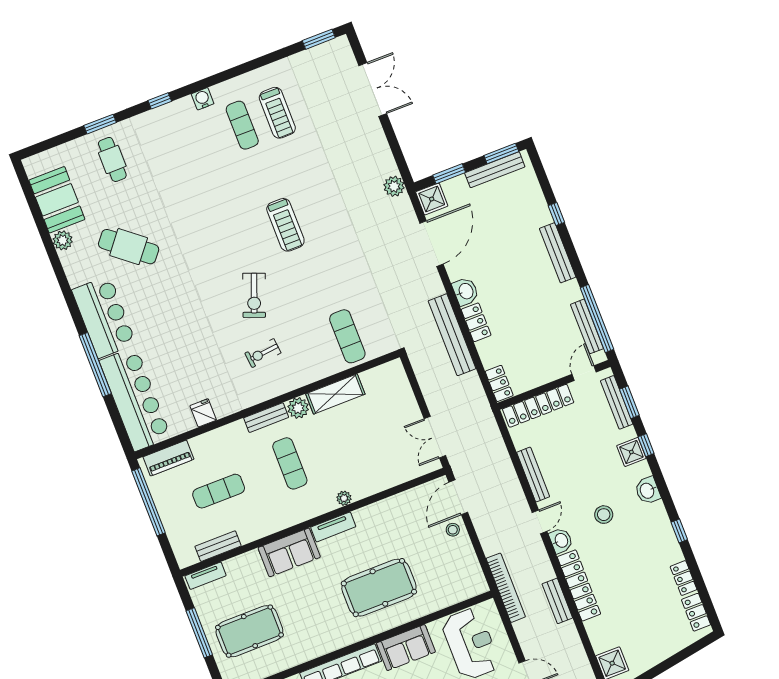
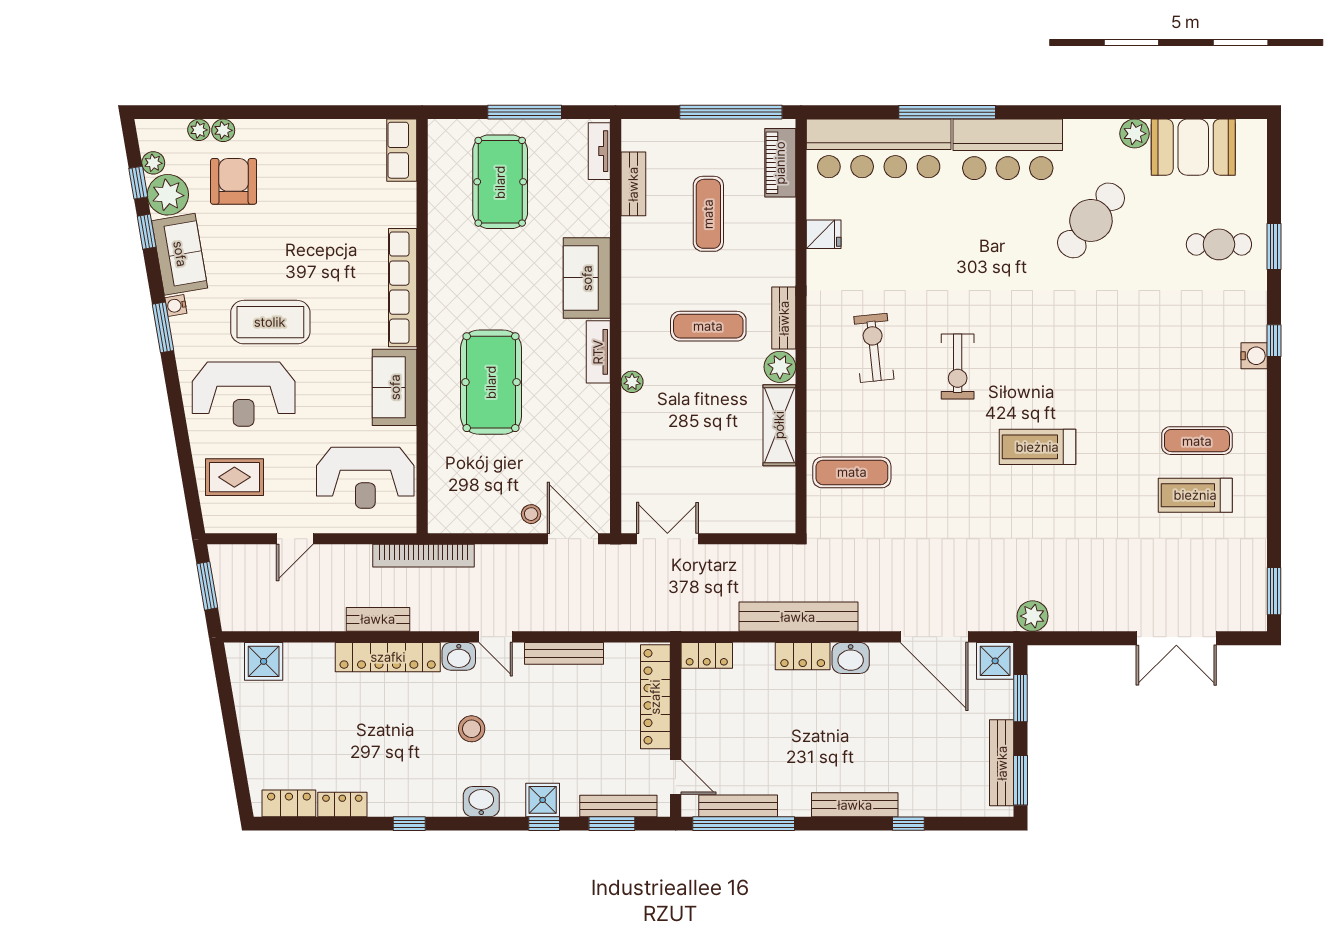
water cooler: (203, 99) -> (1254, 356), moved
exercise bike: (254, 295) -> (958, 366), turned -111
exercise bike: (263, 353) -> (874, 348), width x1.38, depth x1.39

